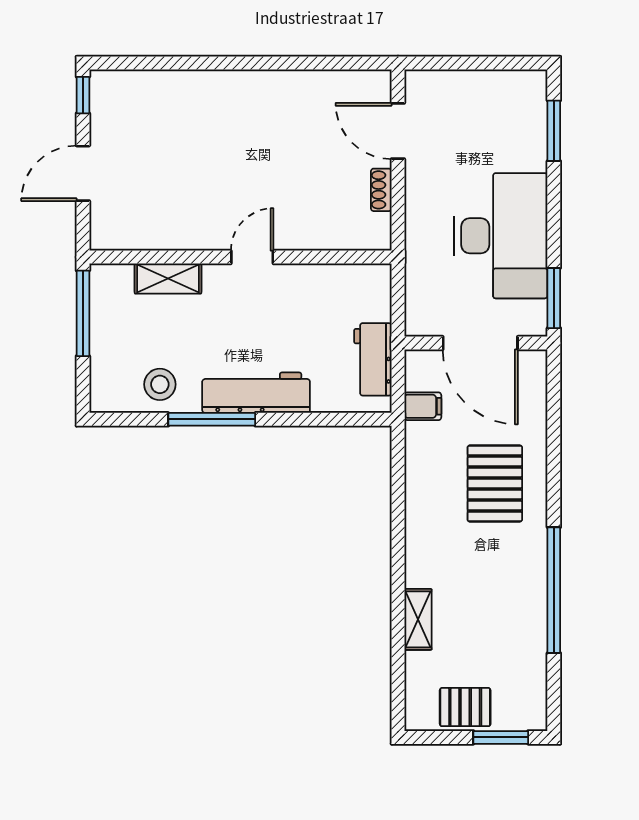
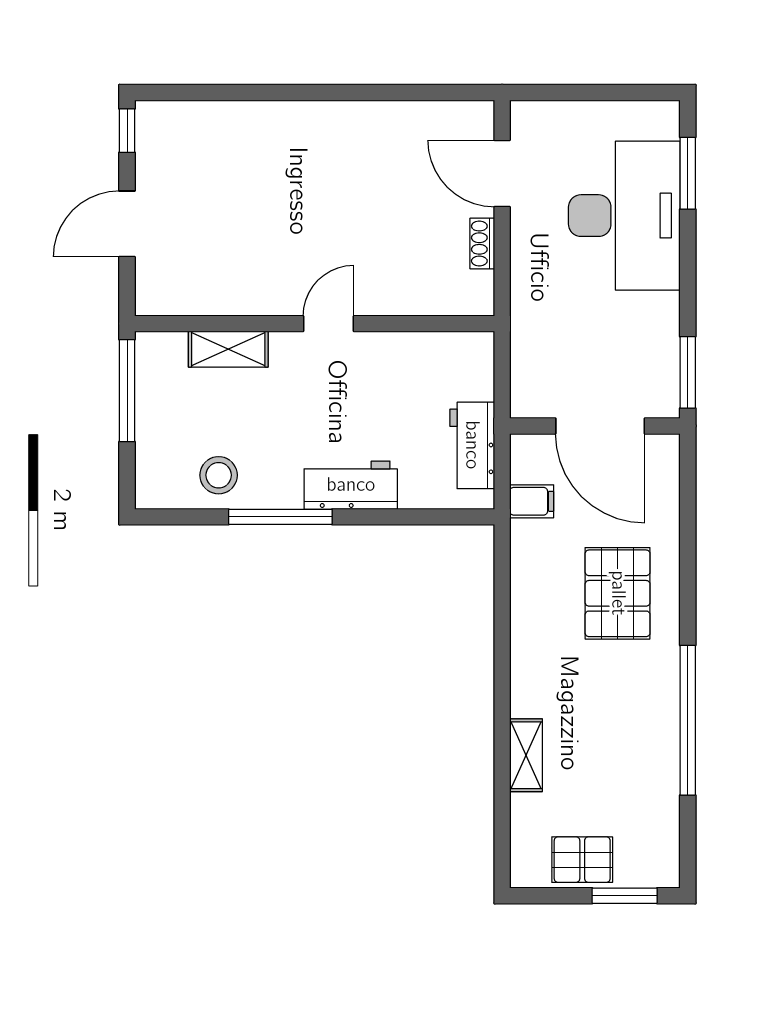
desk: (501, 236) -> (624, 216), moved
workbench: (256, 393) -> (351, 485), width x0.73

